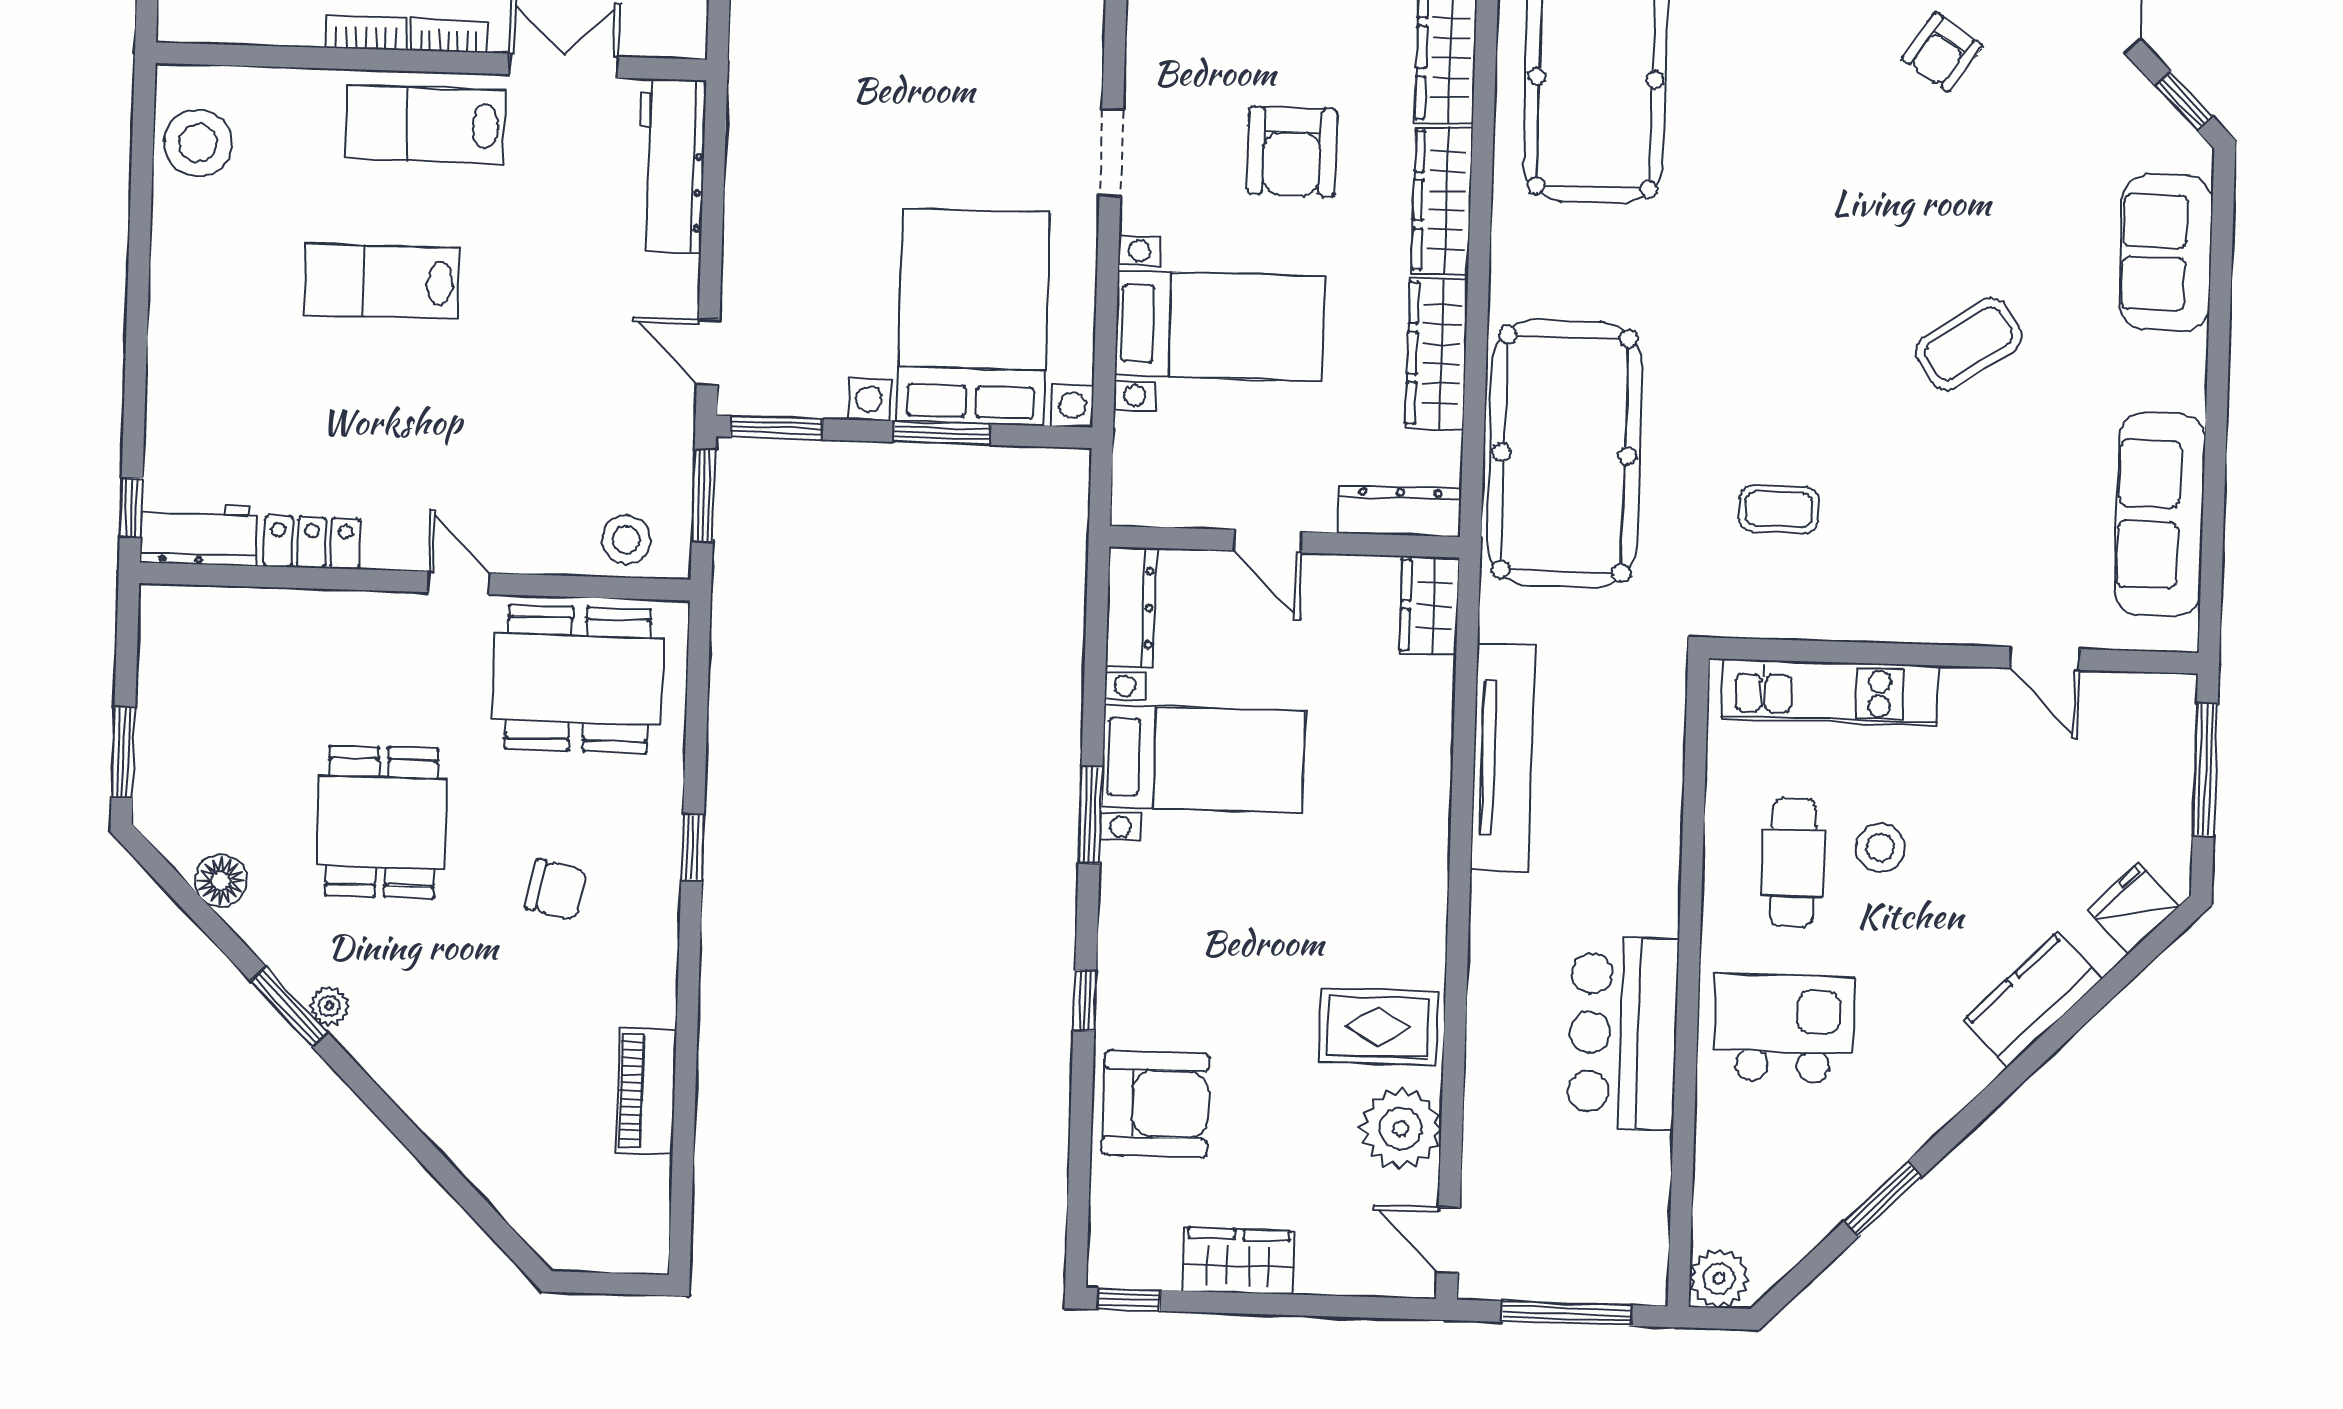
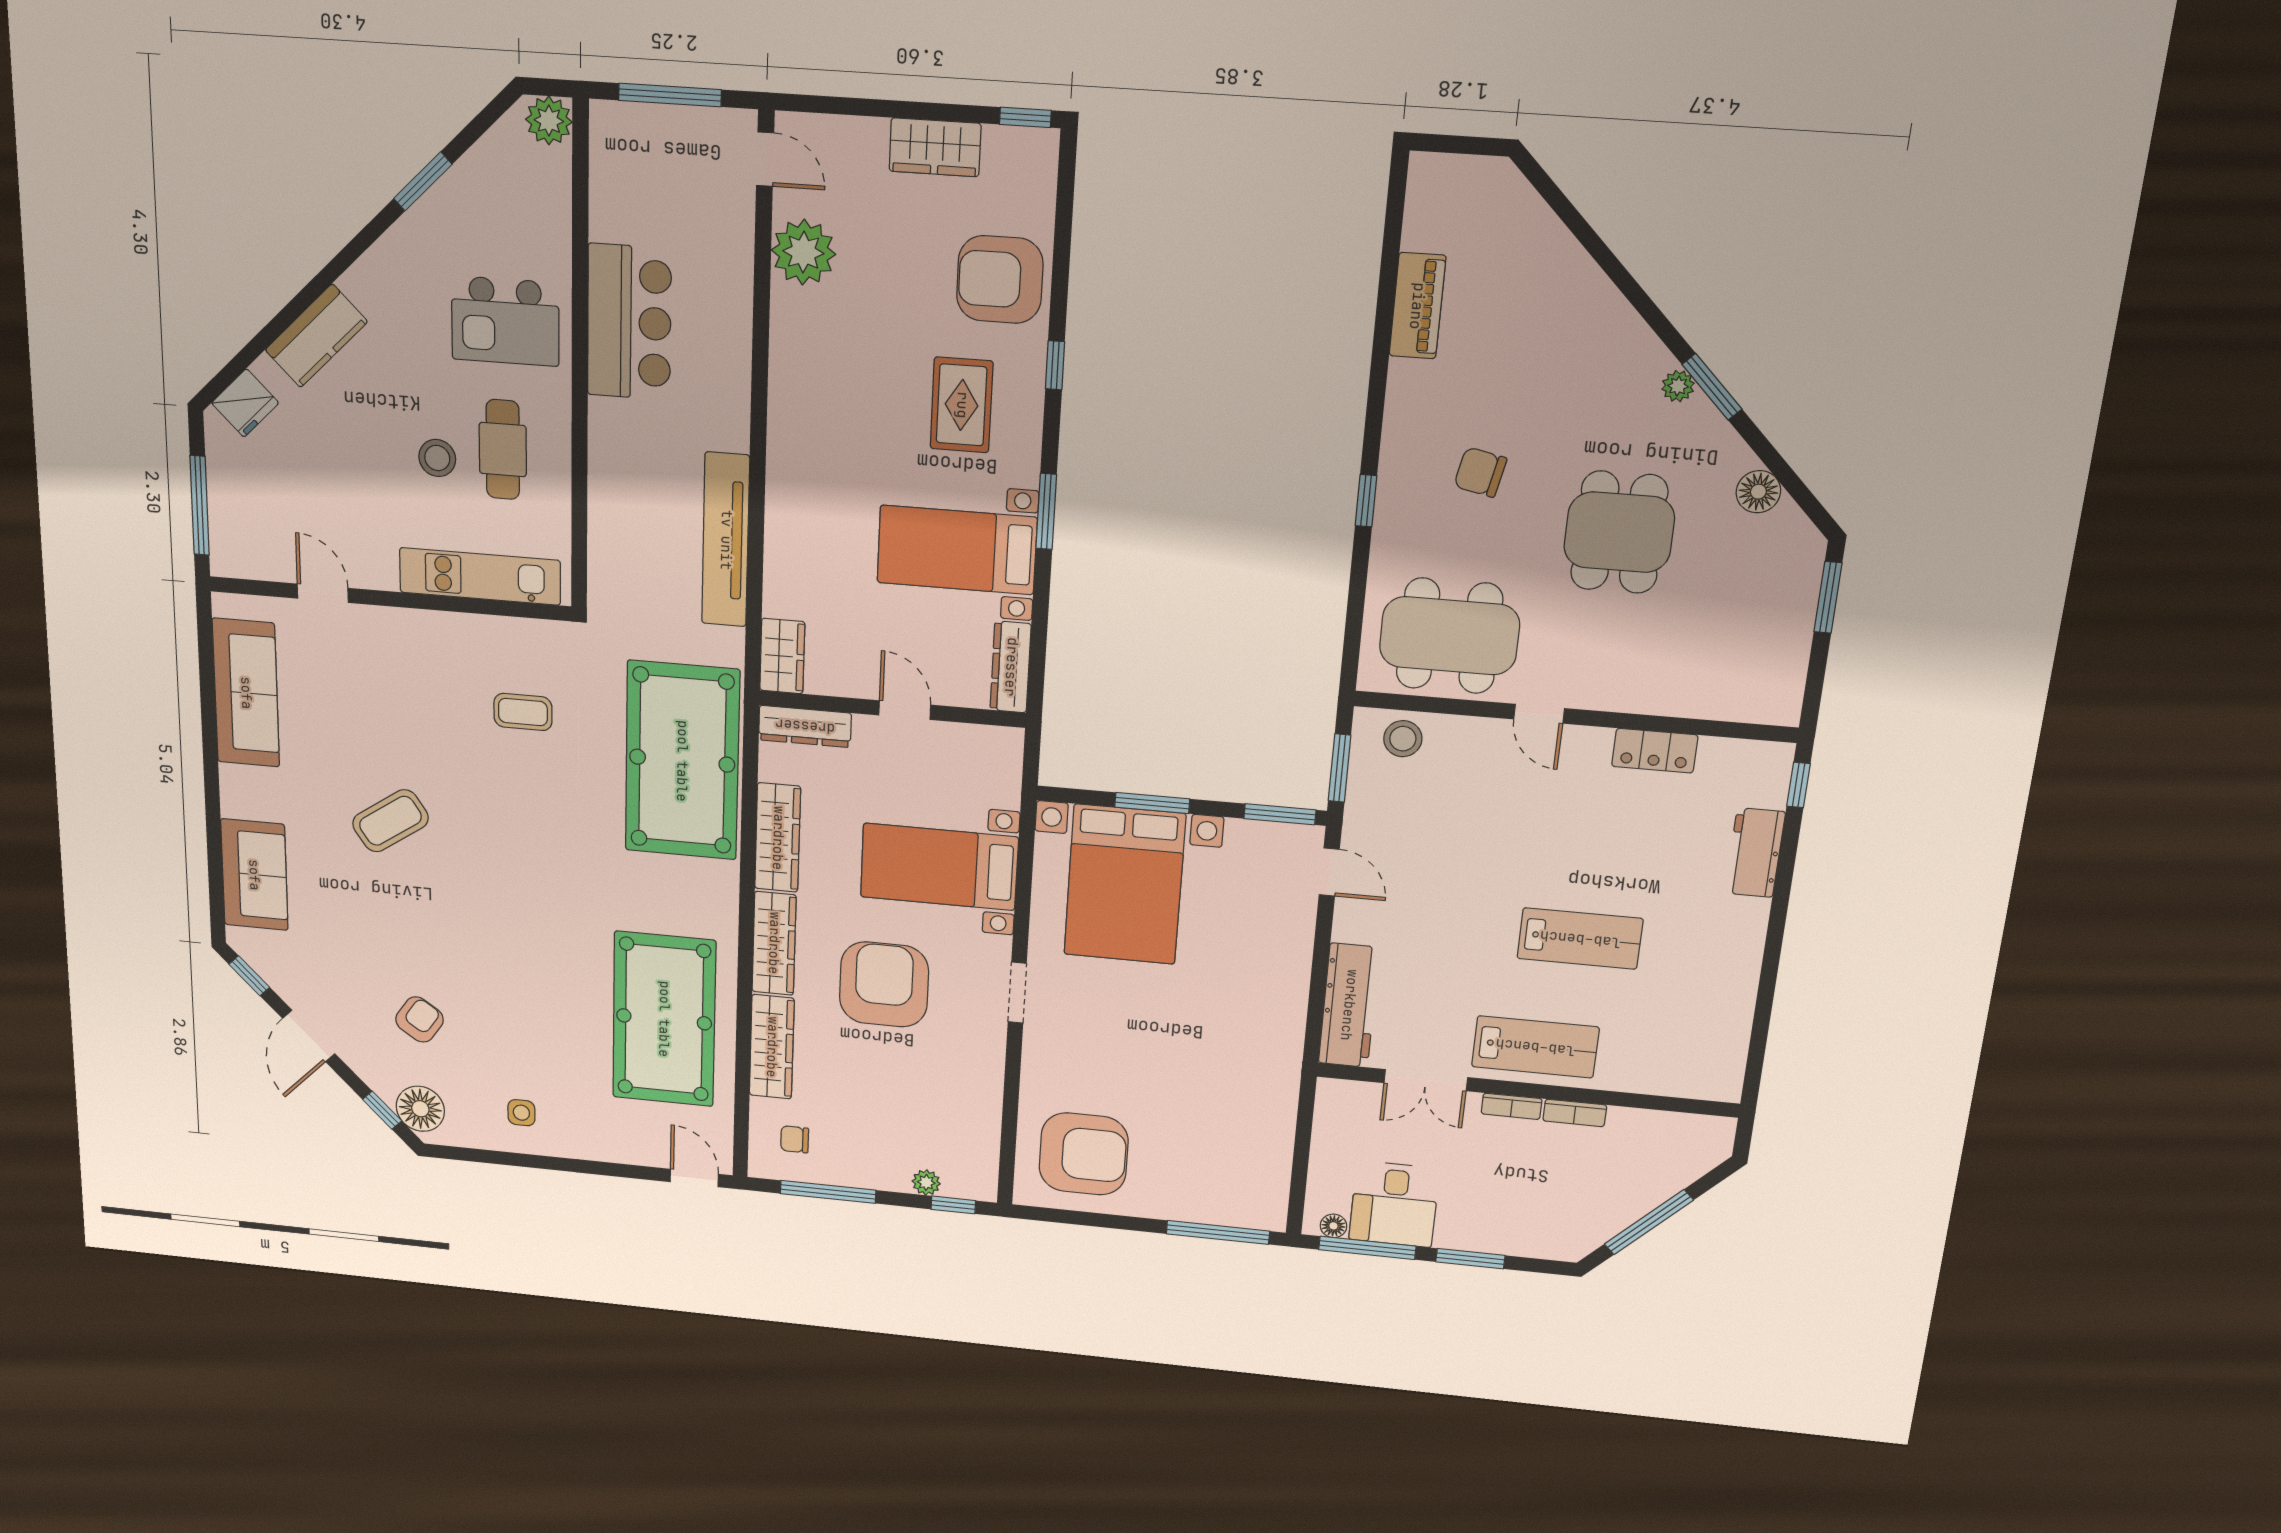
stool: (198, 143) -> (1714, 1046), removed
armchair: (1292, 152) -> (884, 984), width x1.36, depth x1.36
workbench: (199, 534) -> (1755, 853), moved, turned 90
rug: (1378, 1027) -> (962, 405), moved, turned 90

